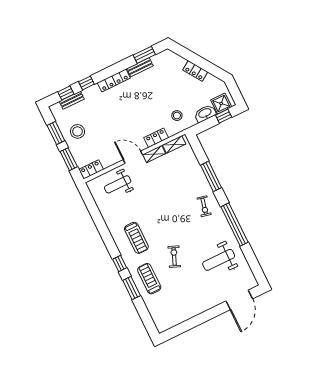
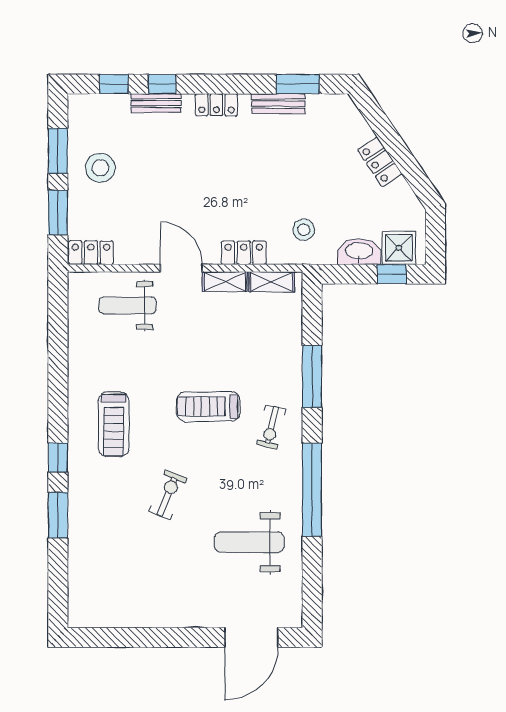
locker: (114, 80) -> (216, 105), width x0.66
bench: (72, 100) -> (156, 103), moved
treadmill: (149, 279) -> (208, 406), moved, turned -90

